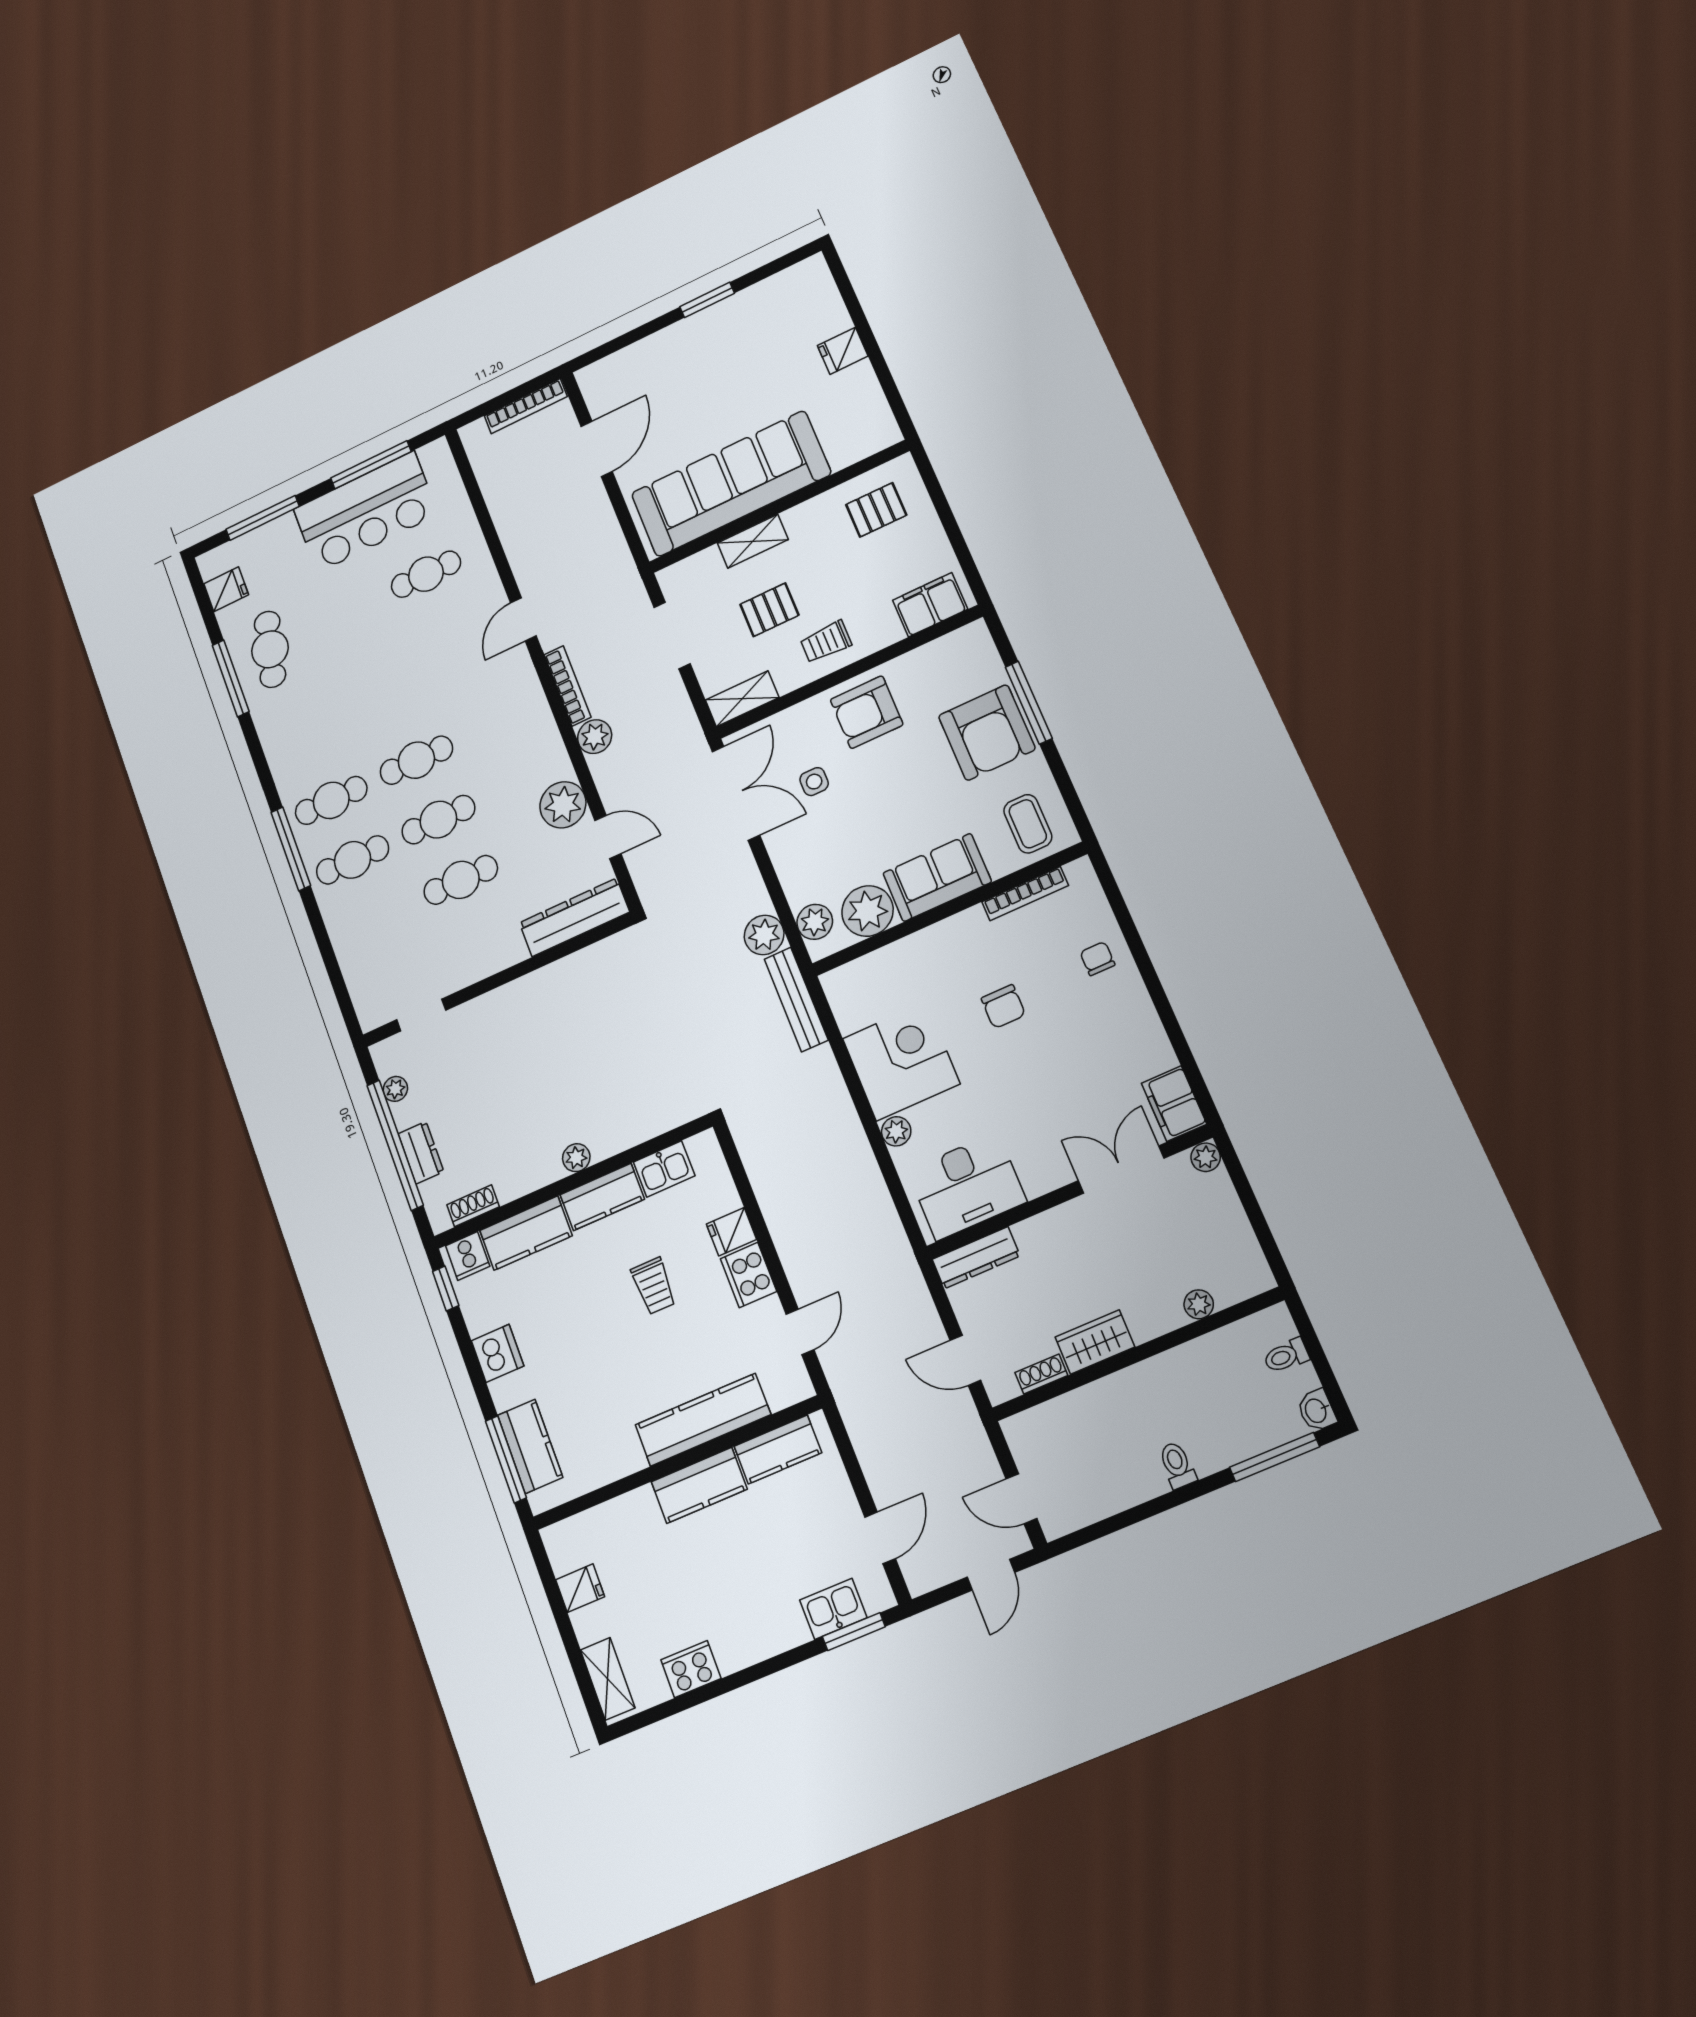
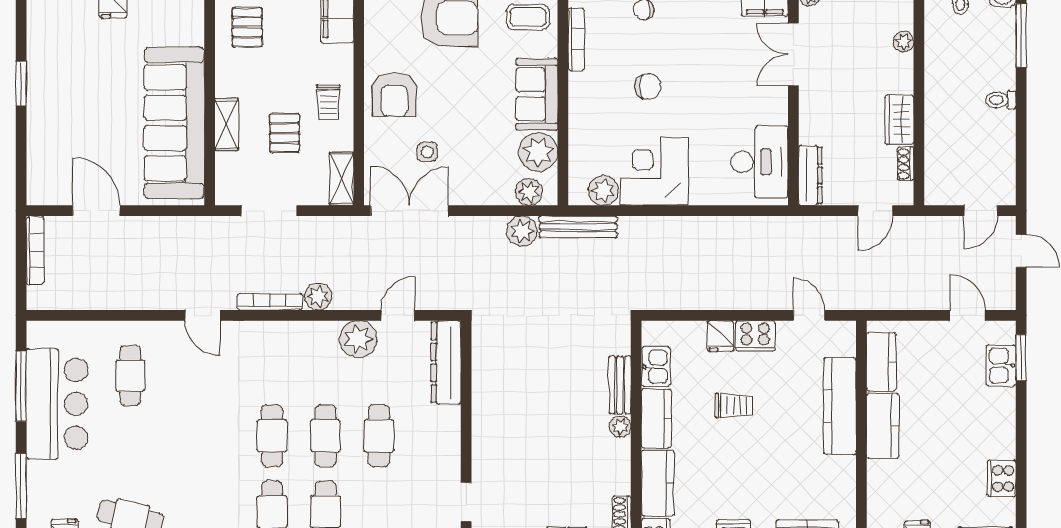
plant: (896, 1131) -> (603, 190), moved, width x1.38, depth x1.38
bench: (626, 1135) -> (620, 385), added

